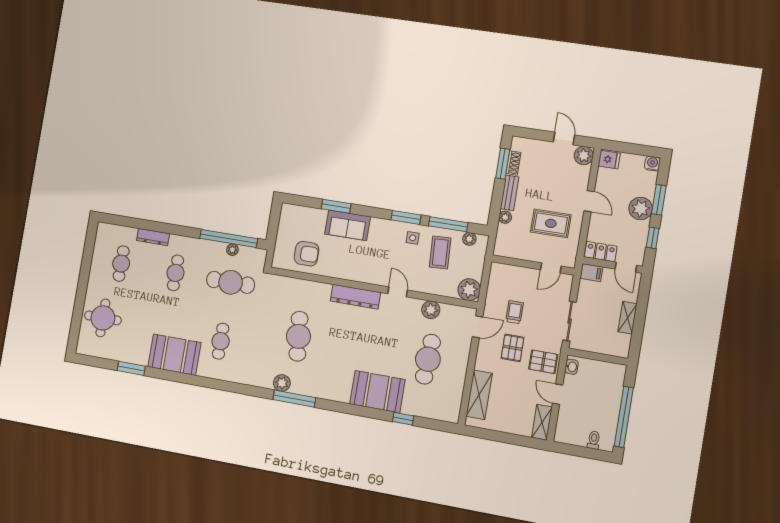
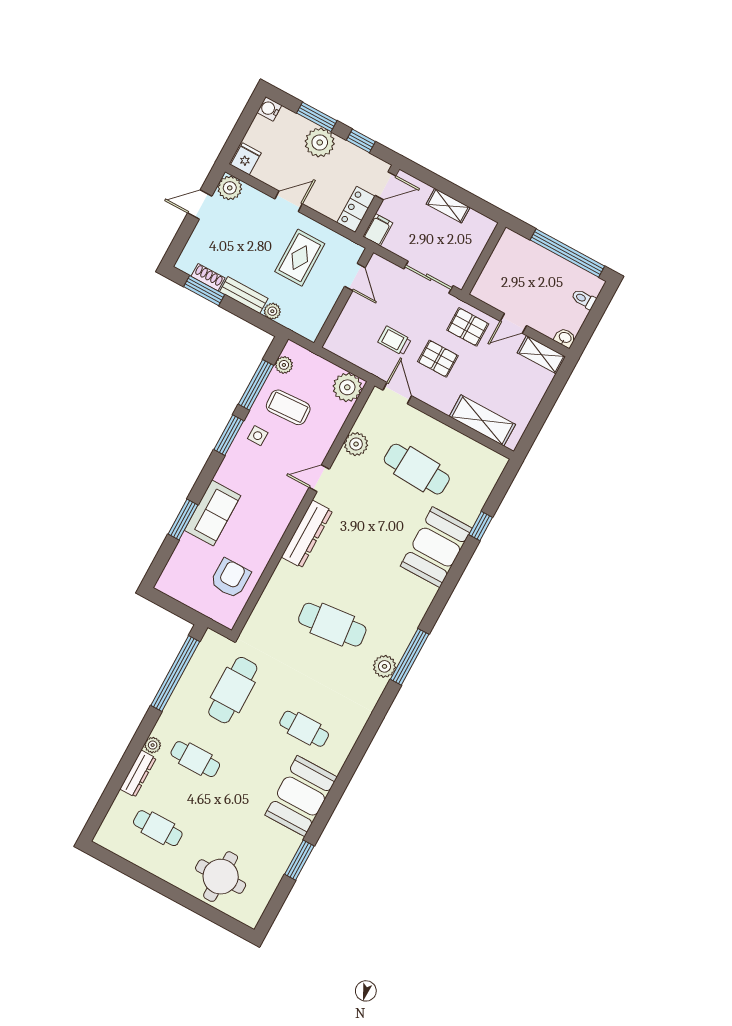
plant: (232, 250) -> (153, 745), moved
pallet: (543, 362) -> (468, 327), turned 90
washbasin: (571, 367) -> (565, 338), moved

